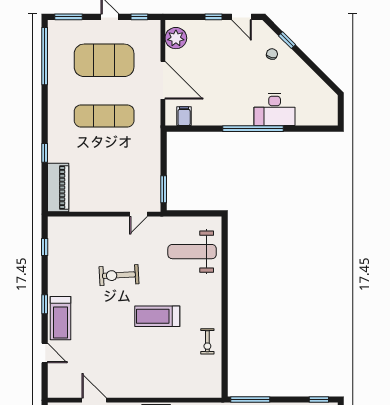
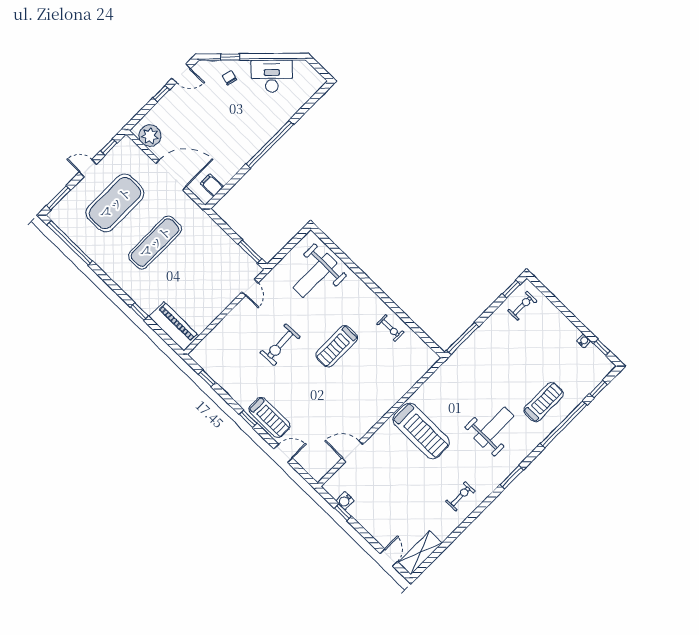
desk: (275, 110) -> (272, 76), moved, turned -135

